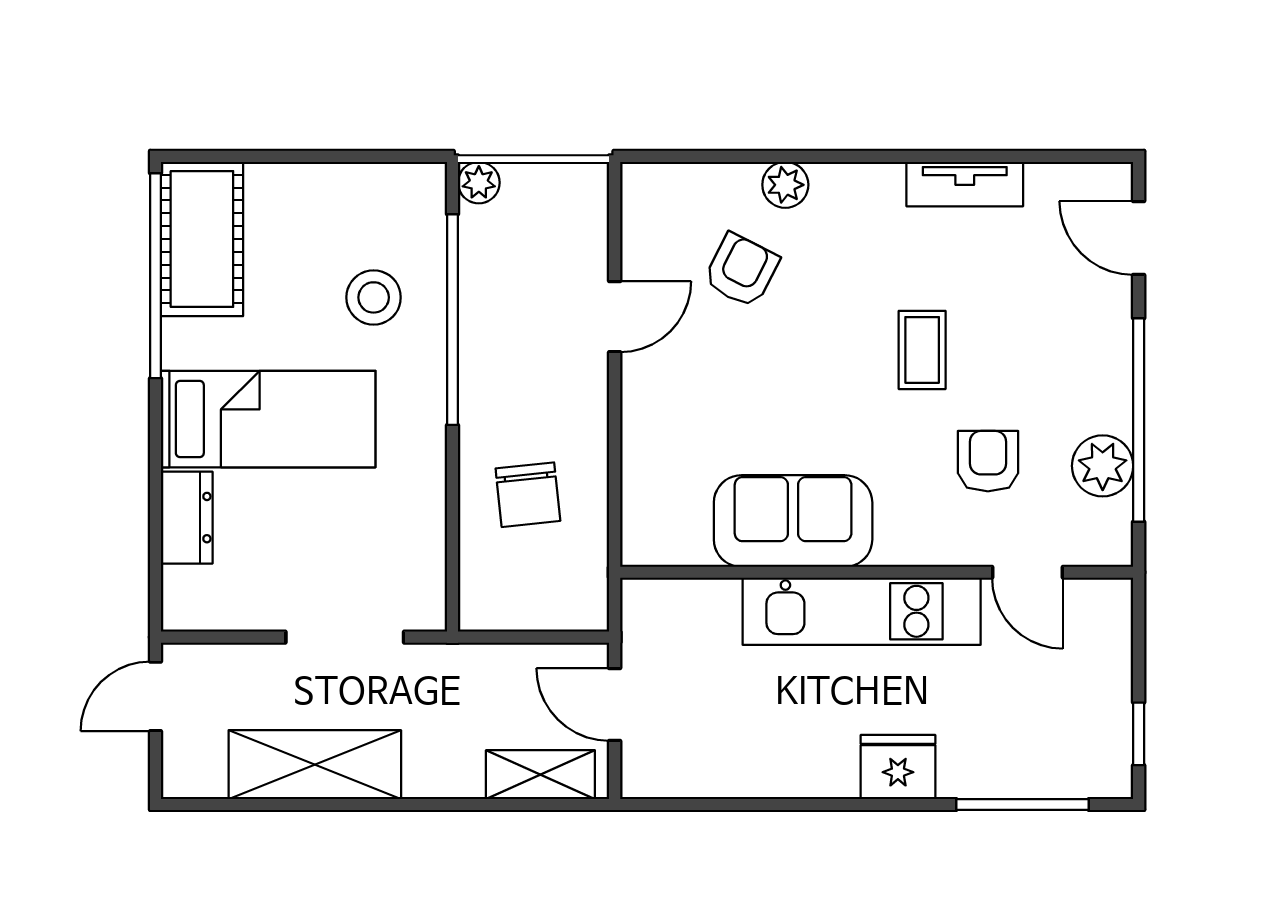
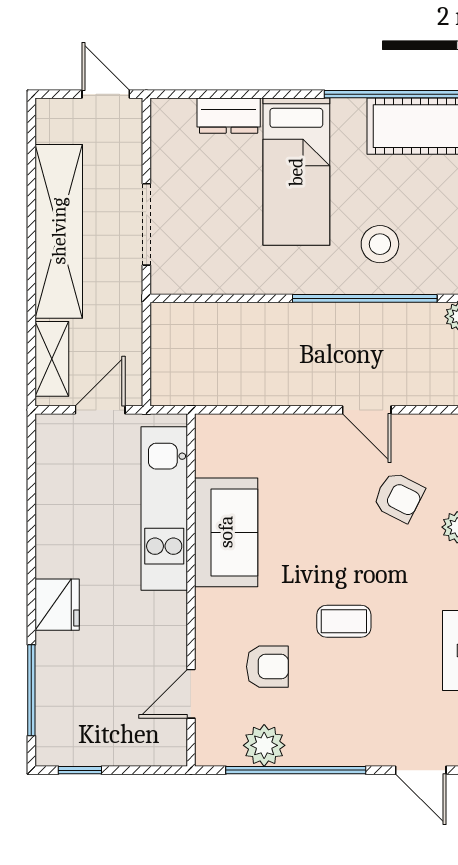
door: (1139, 238) -> (421, 770), swing flipped
chair: (528, 495) -> (244, 350), removed
kitchen unit: (862, 611) -> (164, 509), moved
shelving: (315, 765) -> (59, 231), width x1.47

